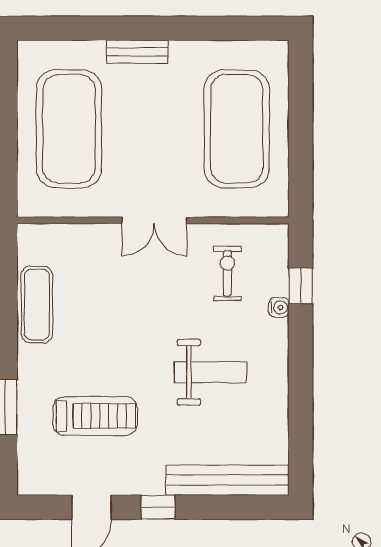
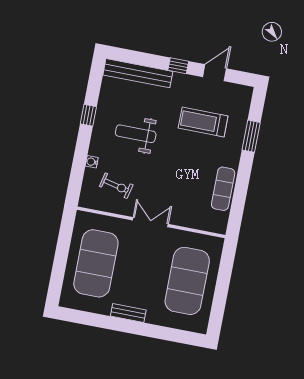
bench: (137, 52) -> (128, 313), moved
exercise bike: (227, 273) -> (116, 186), turned -77
window: (301, 286) -> (88, 115), moved

